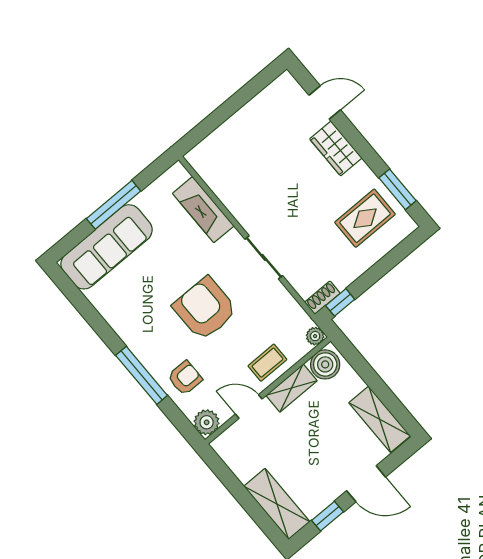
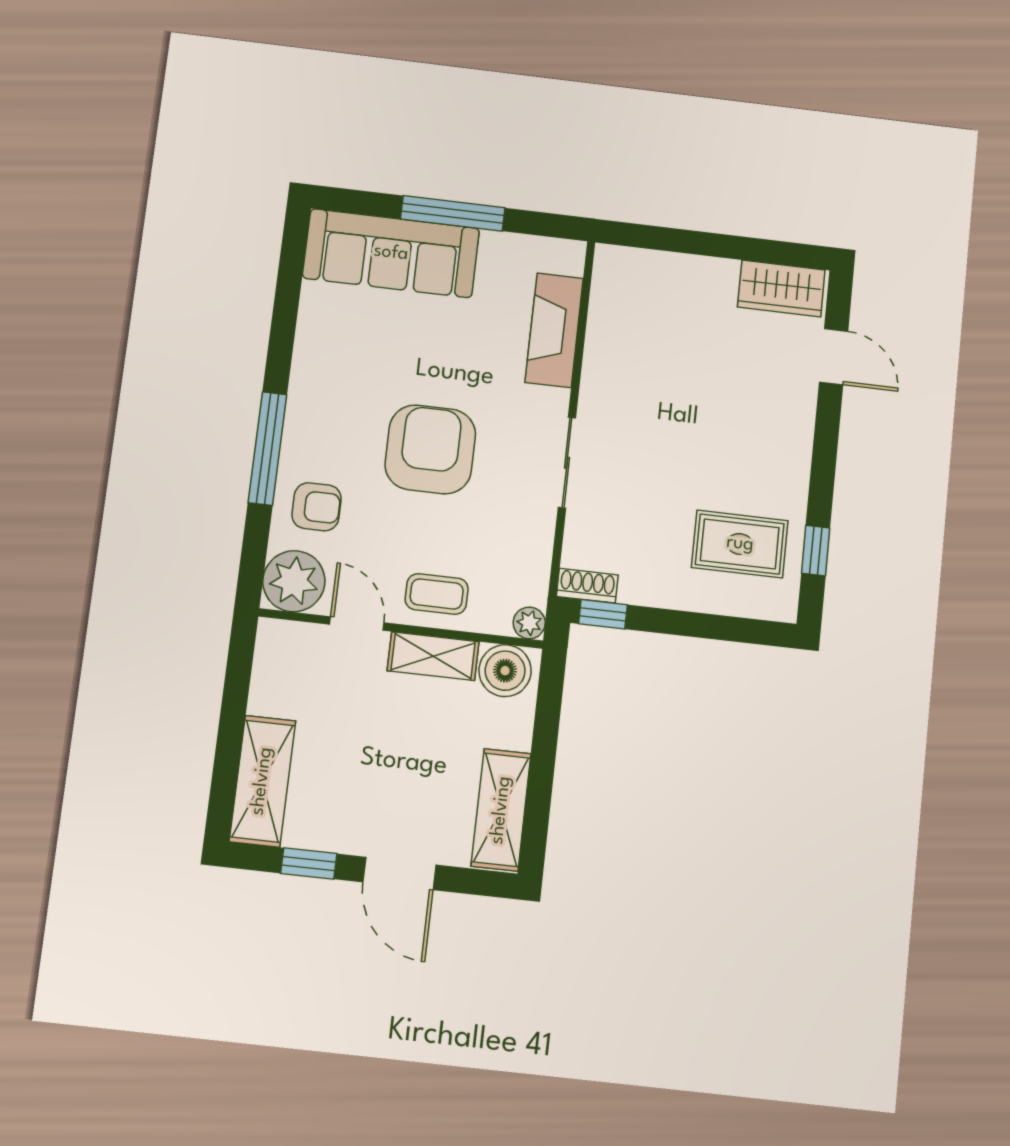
wardrobe: (336, 148) -> (781, 289), moved, turned -90
window: (398, 189) -> (816, 551), width x0.67
plant: (207, 422) -> (294, 581), width x1.36, depth x1.36

